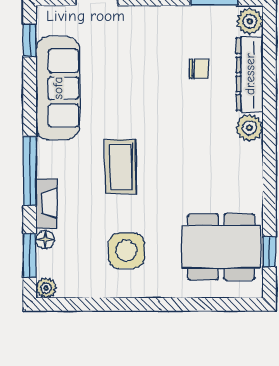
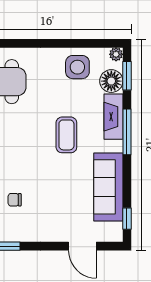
fireplace: (47, 203) -> (113, 117), width x1.37, depth x1.32
floor lamp: (45, 240) -> (111, 81), width x1.89, depth x1.89
side table: (126, 251) -> (77, 67), moved

